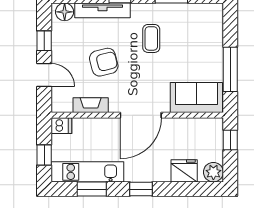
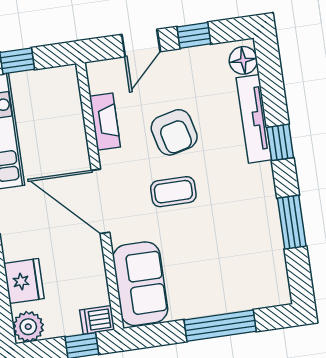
coffee table: (151, 38) -> (173, 192), moved
window: (230, 69) -> (220, 326), moved
dishwasher: (61, 126) -> (97, 320), moved, turned 90

